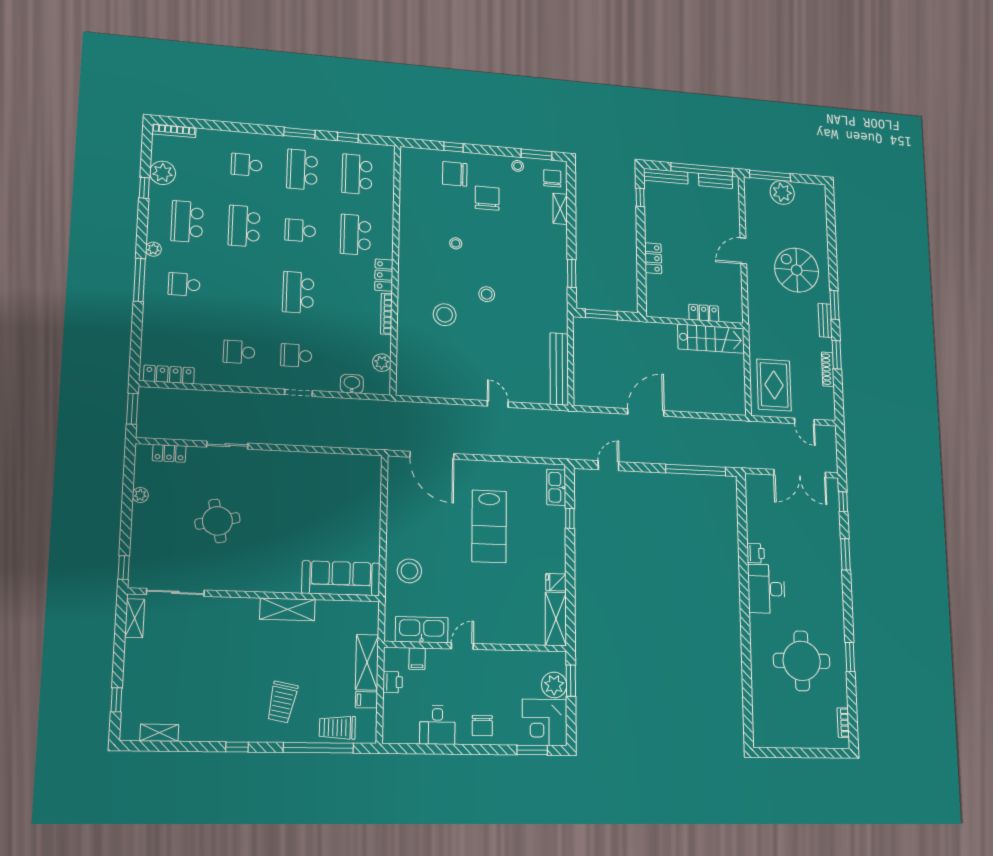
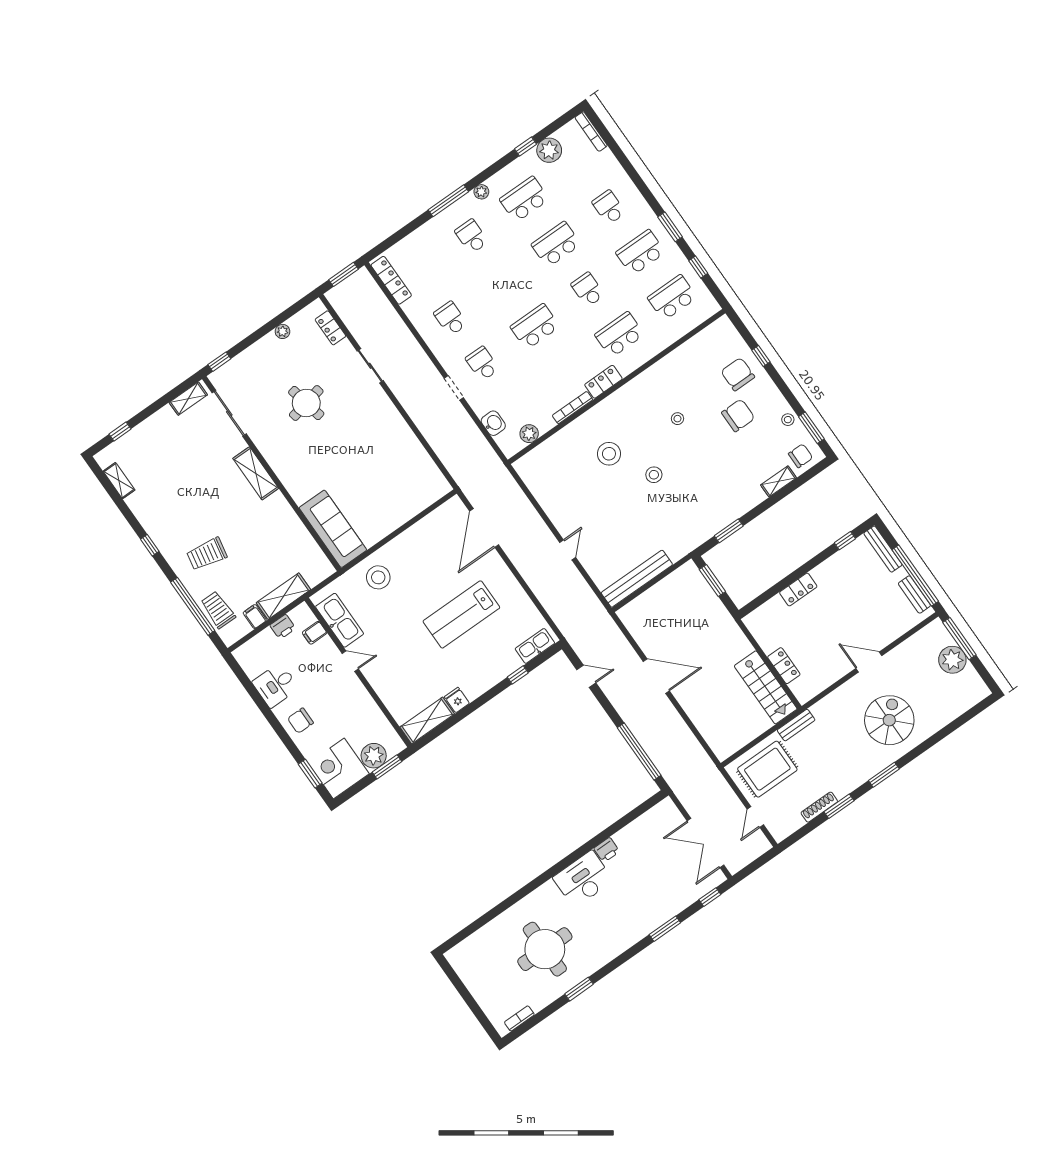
bench: (825, 320) -> (796, 725), moved
shelving: (287, 609) -> (256, 473), moved

